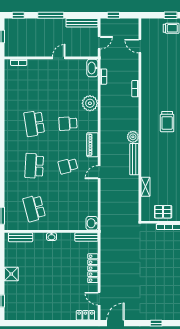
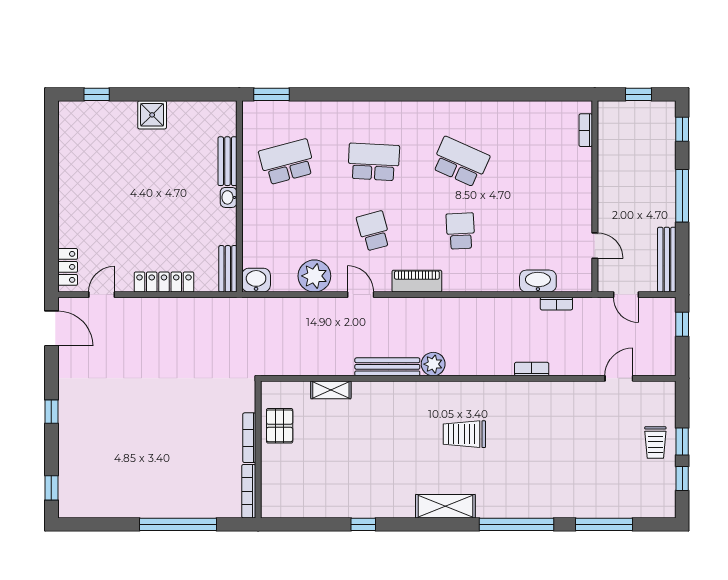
door: (59, 58) -> (595, 246), moved
washbasin: (92, 68) -> (538, 281), moved
plant: (90, 103) -> (314, 276), moved
school desk: (34, 123) -> (460, 162), turned 33
bench: (21, 237) -> (227, 161), moved

